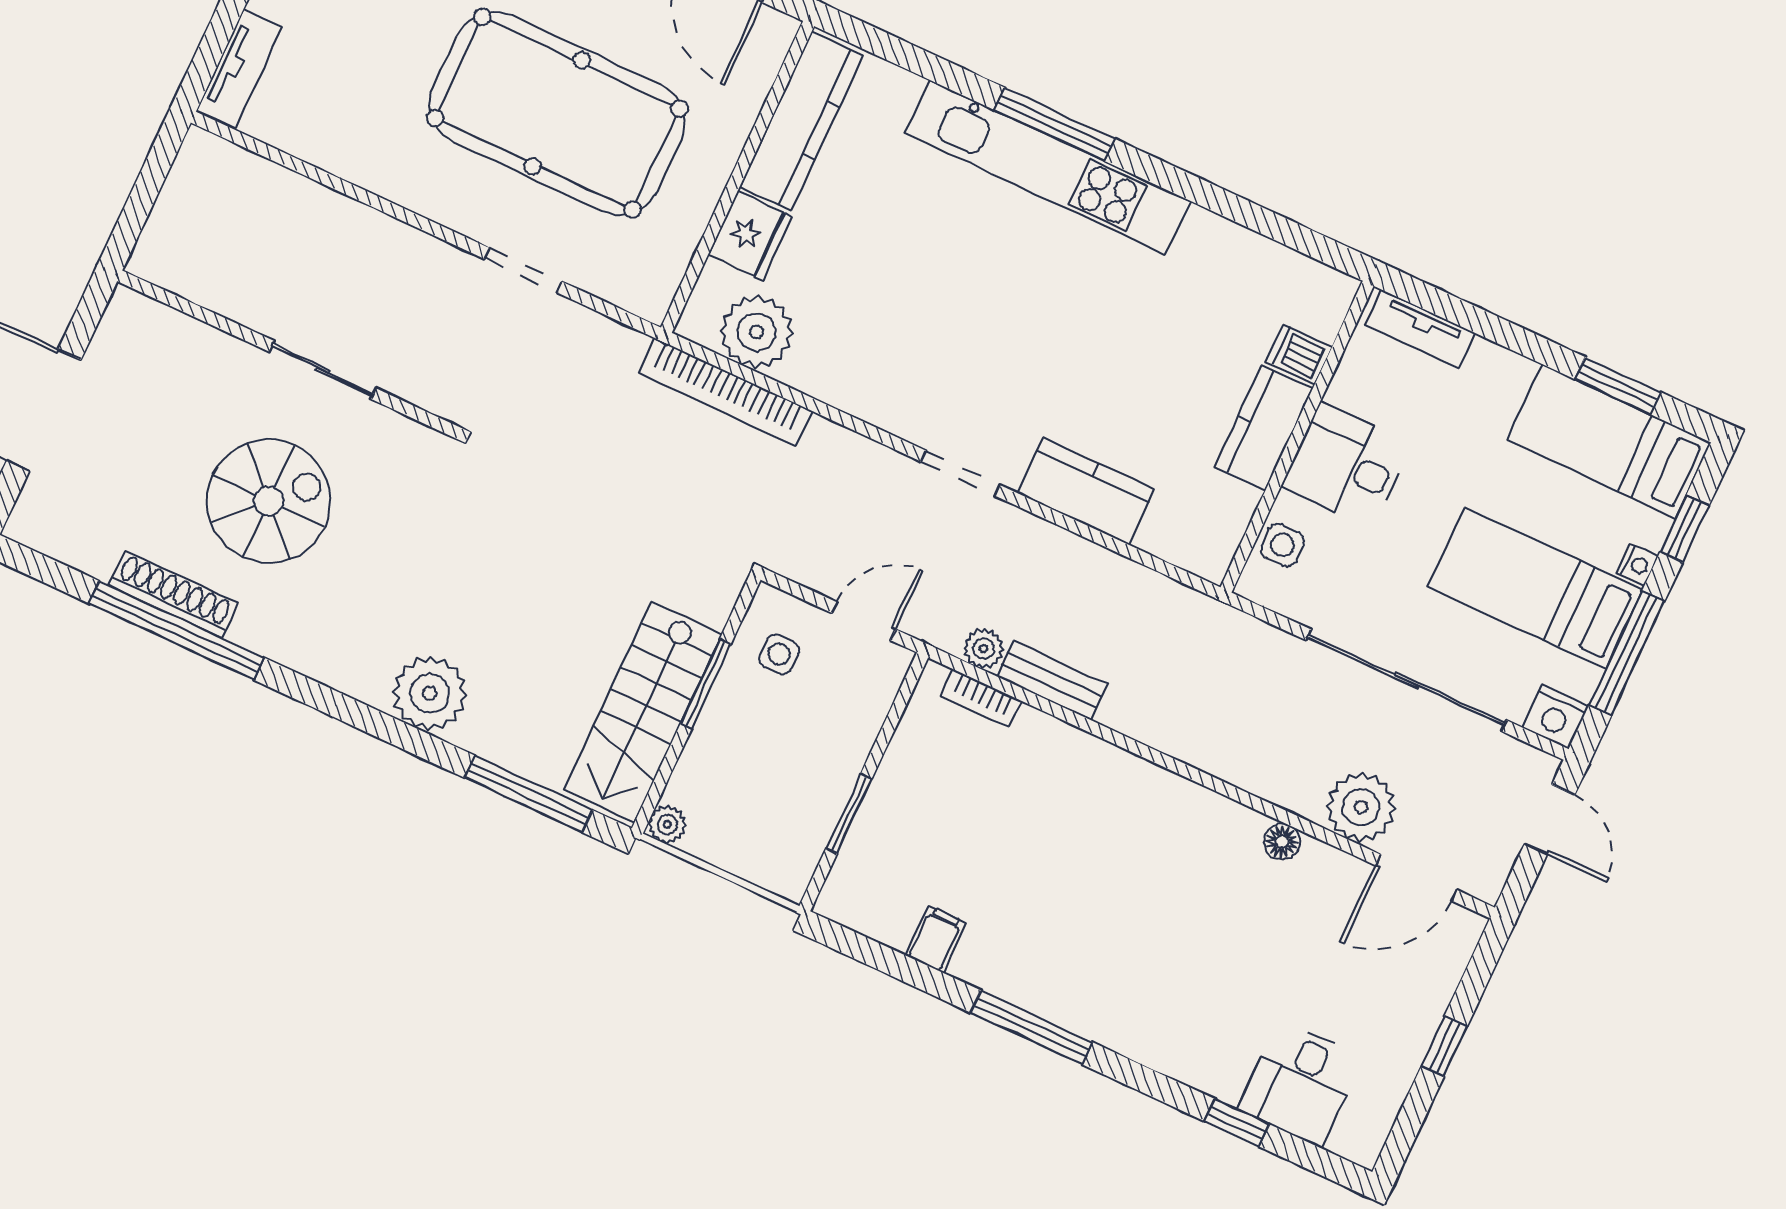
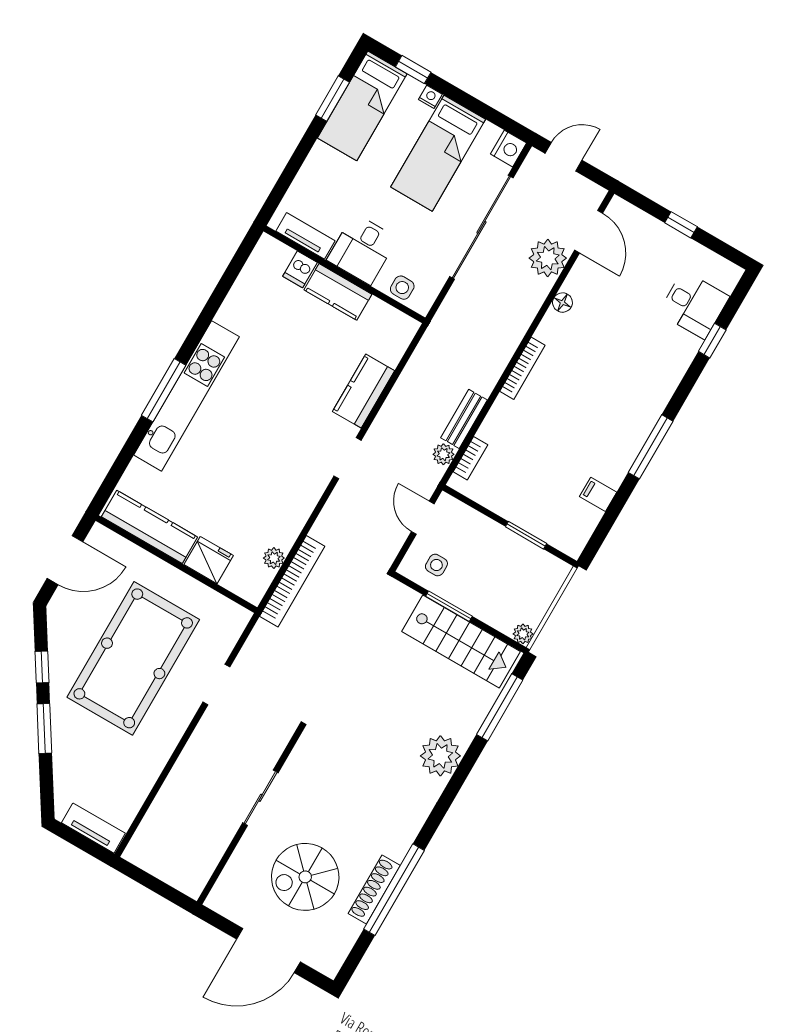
tv unit: (1420, 329) -> (305, 236), moved, turned -90
plant: (757, 332) -> (274, 558), width x0.53, depth x0.53
spiral stairs: (269, 501) -> (305, 877), moved, turned -90
window: (1627, 653) -> (478, 107), removed
bookcase: (1155, 779) -> (522, 368), added

